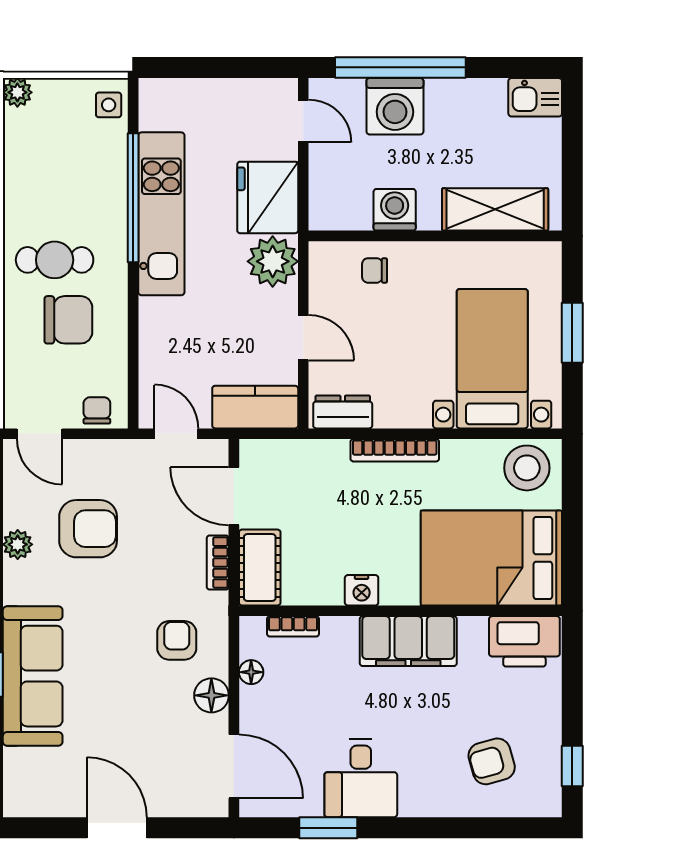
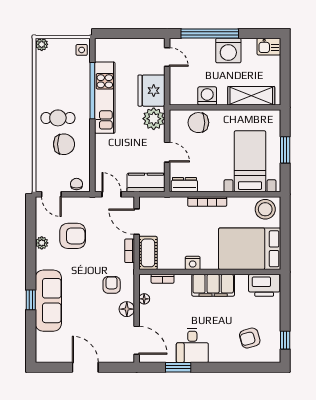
washing machine: (395, 106) -> (228, 51), moved
chair: (375, 270) -> (198, 123), width x1.87, depth x1.87

